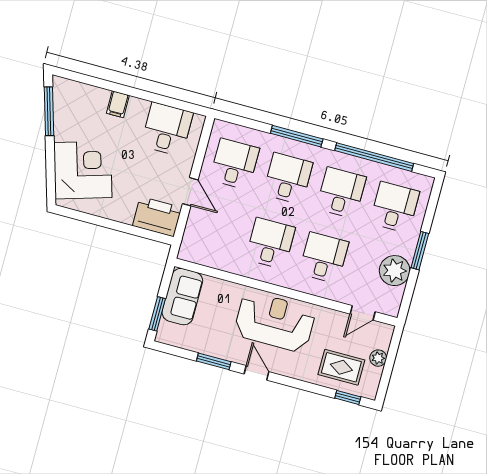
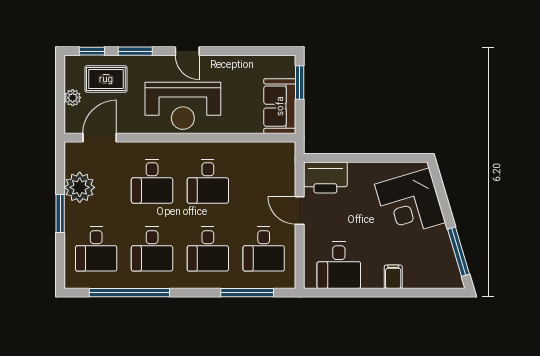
window: (297, 136) -> (247, 293), moved
door: (363, 313) -> (100, 138), width x1.38
window: (214, 361) -> (135, 51), moved

